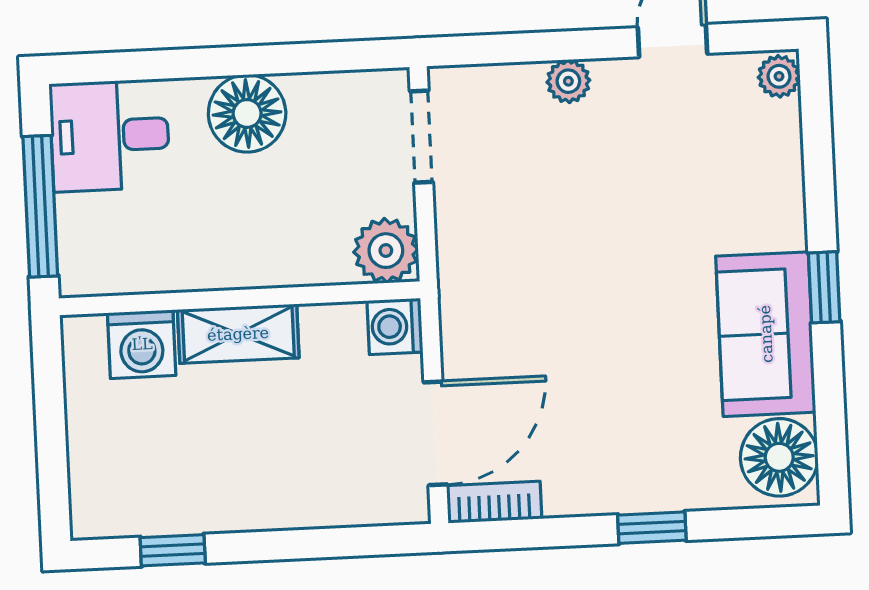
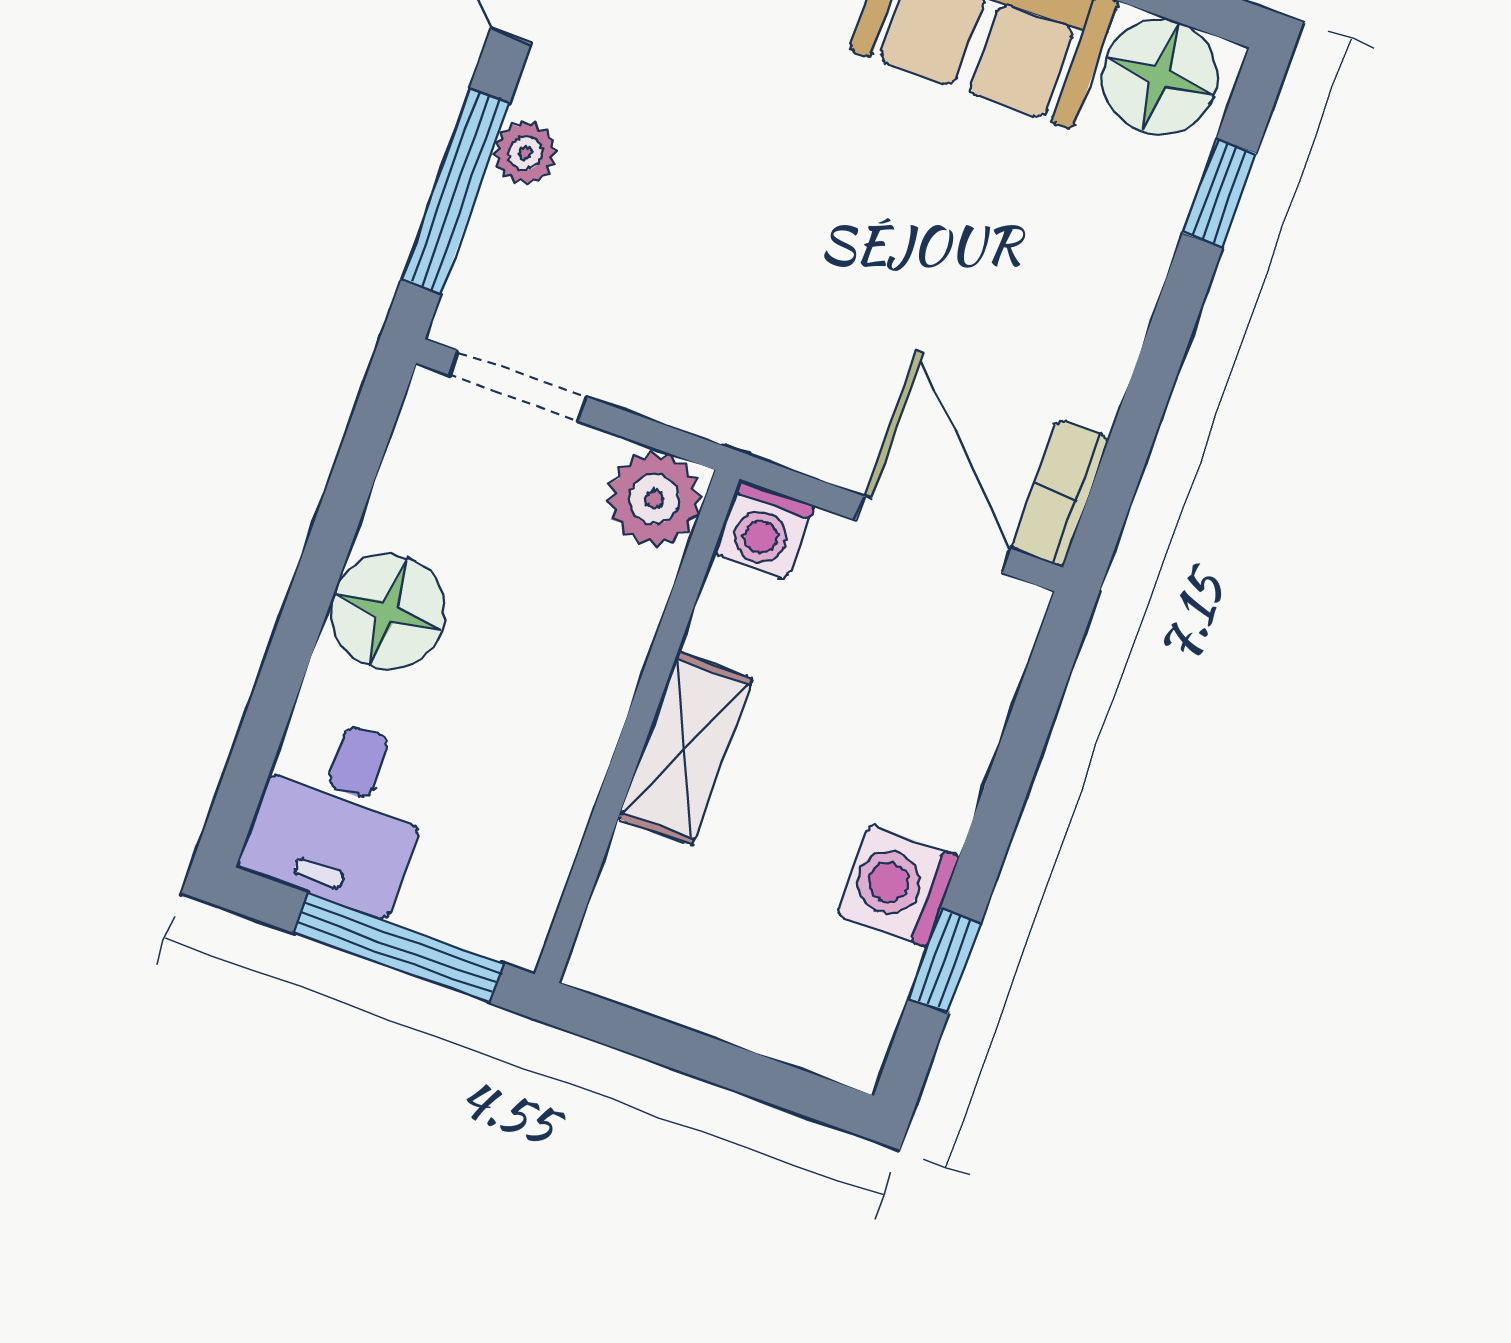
window: (527, 47) -> (455, 191), added
washing machine: (142, 344) -> (898, 885), moved, turned 180
window: (652, 528) -> (1219, 193), moved

